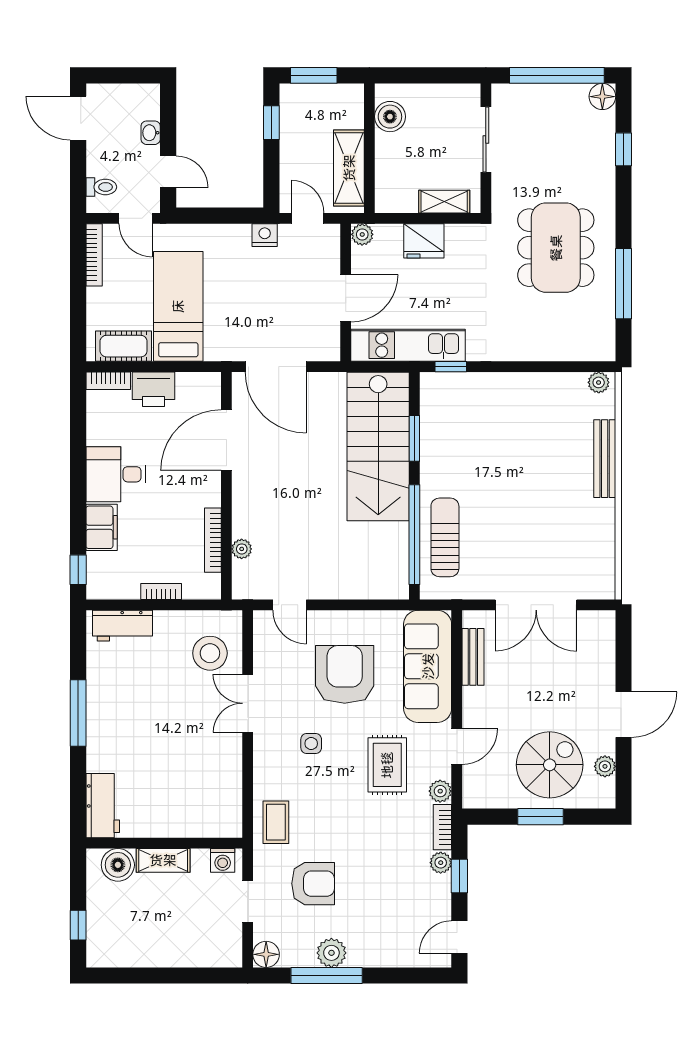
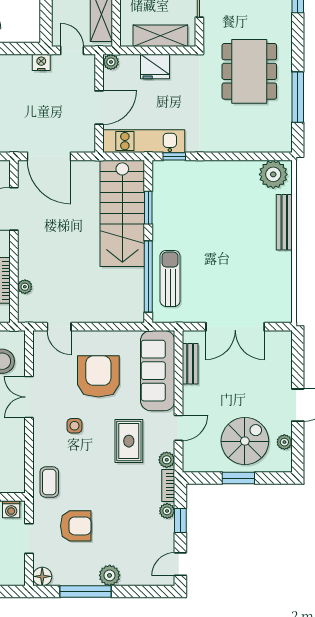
shelving: (444, 202) -> (160, 36), width x1.50, depth x1.33
plant: (599, 382) -> (273, 174), width x1.88, depth x1.88
plant: (331, 953) -> (110, 575), moved

